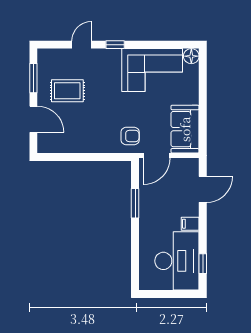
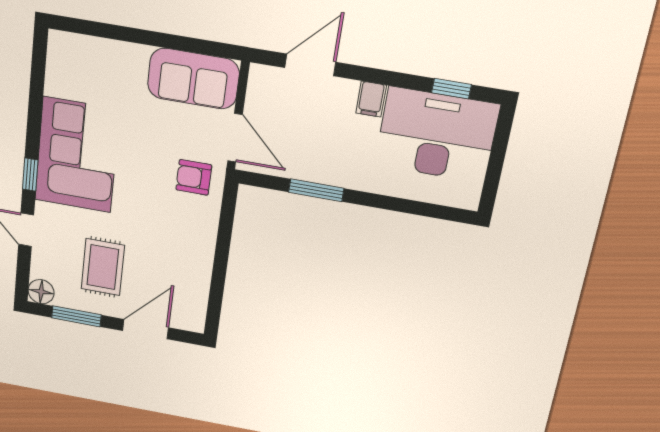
floor lamp: (191, 56) -> (41, 292), moved
corner sofa: (152, 70) -> (77, 155), moved
armchair: (130, 136) -> (194, 177), turned -90
door: (203, 189) -> (310, 65), hinge flipped

